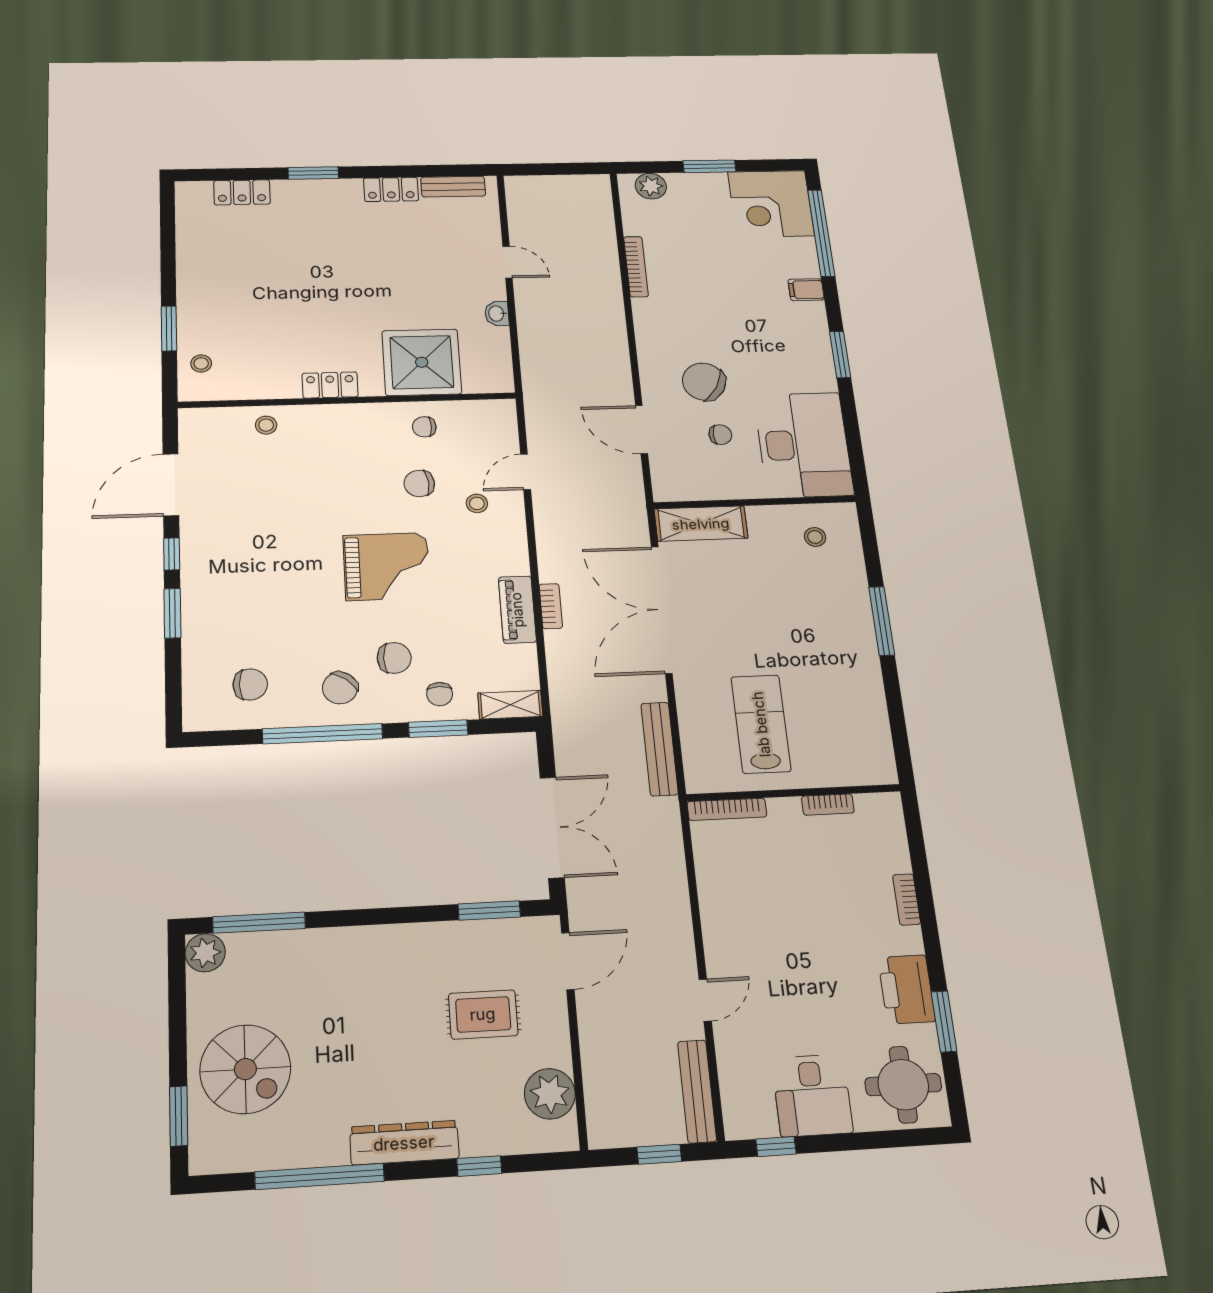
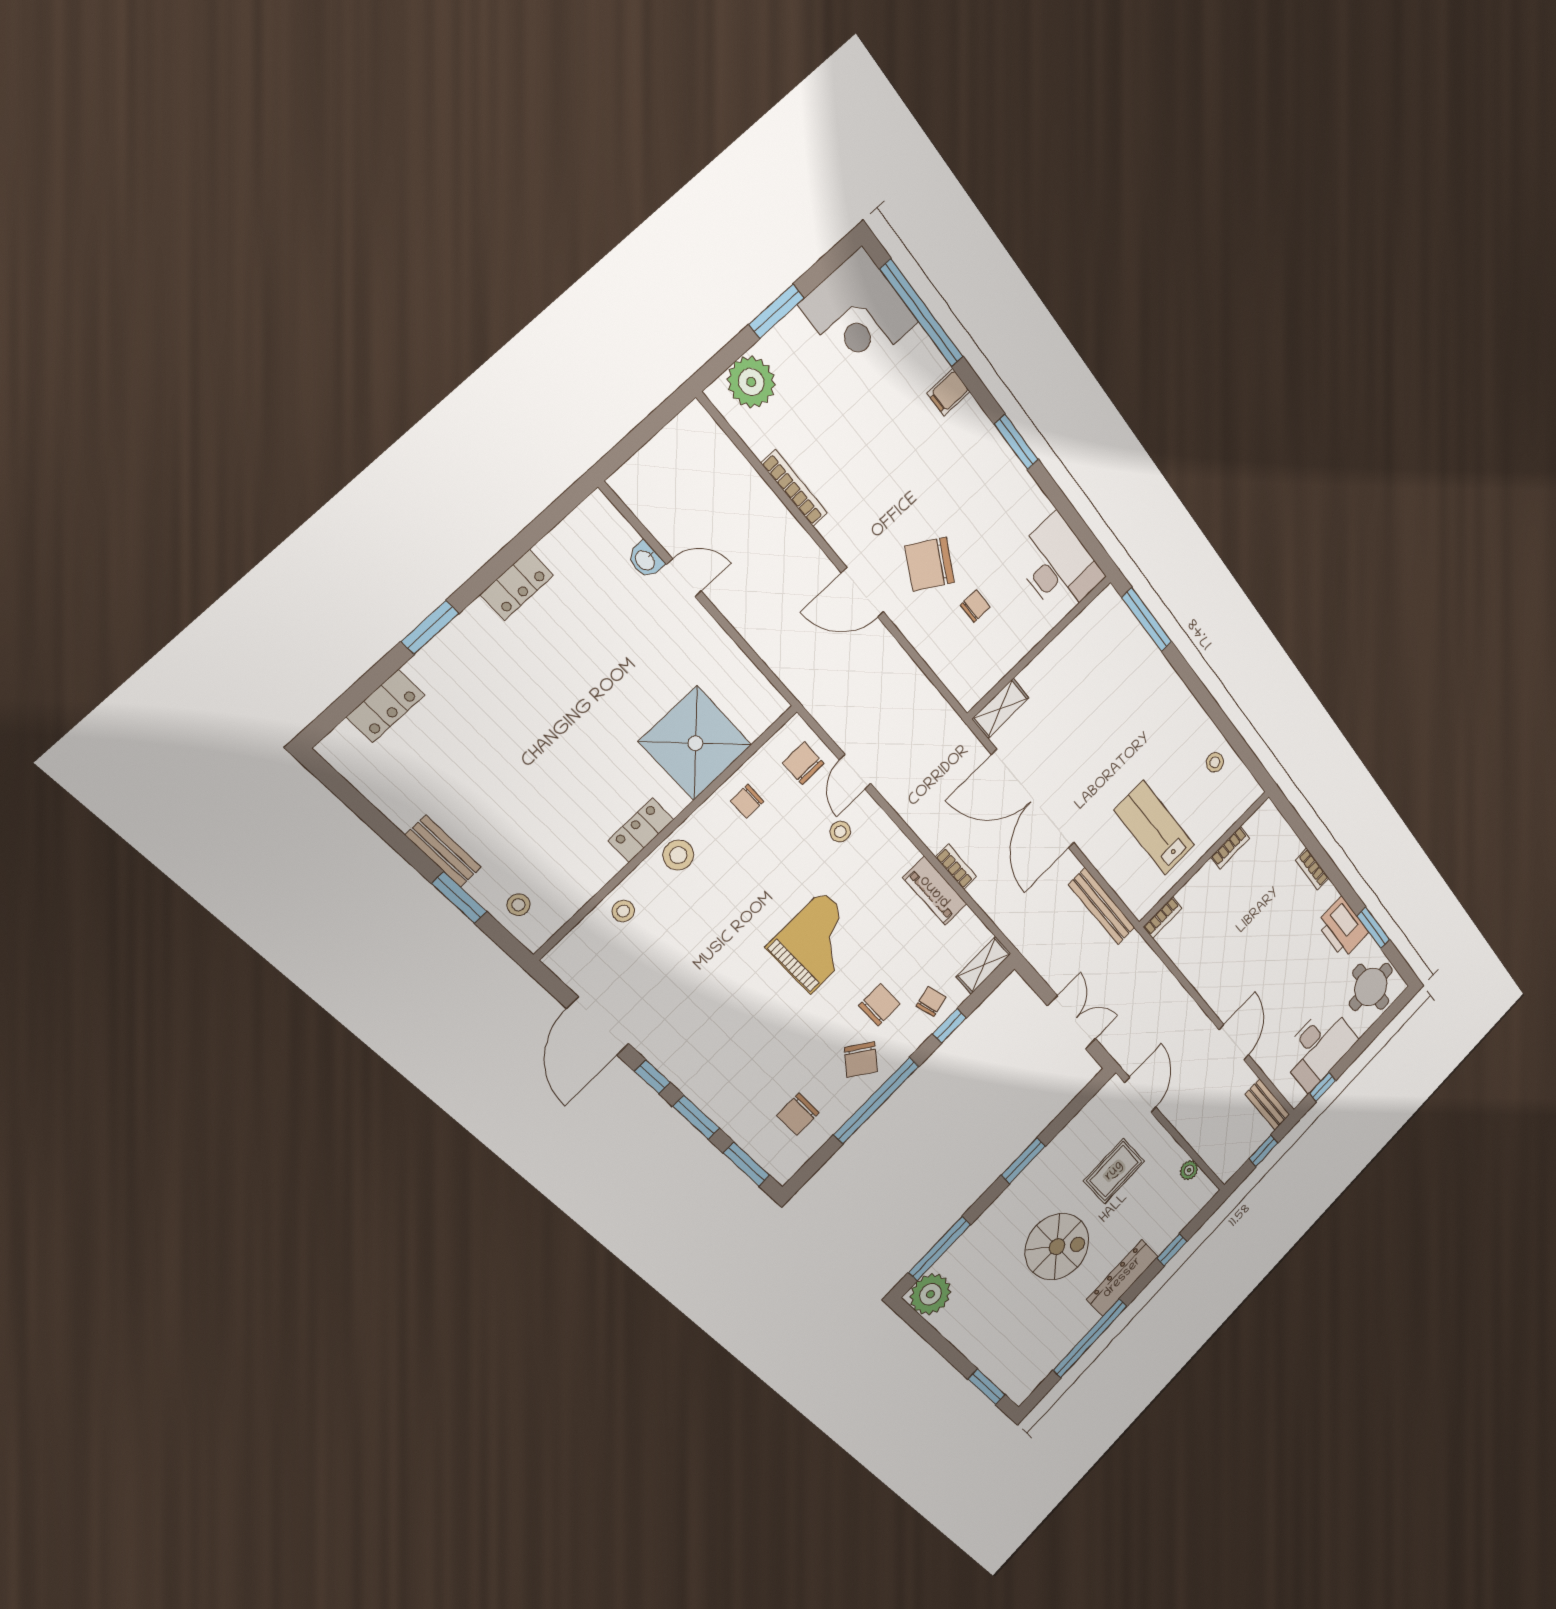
plant: (651, 186) -> (751, 382), width x1.36, depth x1.36
bench: (453, 187) -> (443, 851), moved, turned 90
washbasin: (497, 314) -> (645, 560), moved
stool: (341, 421) -> (678, 855), added
door: (642, 430) -> (862, 593), moved
desk: (803, 445) -> (1058, 566), width x0.73, depth x0.77
chair: (419, 483) -> (803, 763), moved, turned 96
shelving: (701, 524) -> (1000, 708), width x0.67, depth x0.75
stool: (815, 537) -> (1215, 762), moved
window: (882, 621) -> (1147, 620), moved
chair: (250, 684) -> (798, 1114), turned 180
window: (173, 686) -> (747, 1164), added
chair: (440, 694) -> (931, 1001), turned -104
window: (438, 729) -> (949, 1026), width x0.67
bookcase: (727, 809) -> (1162, 918), width x0.64
double door: (552, 827) -> (1072, 1023), width x0.73
window: (489, 910) -> (1023, 1161), moved
plant: (205, 953) -> (930, 1294), width x1.36, depth x1.36
door: (705, 1000) -> (1234, 1042), width x1.38
spiral stairs: (245, 1069) -> (1057, 1247), moved
bench: (697, 1091) -> (1268, 1104), width x0.73
plant: (550, 1094) -> (1189, 1170), width x0.53, depth x0.53
desk: (812, 1095) -> (1319, 1048), width x1.37

